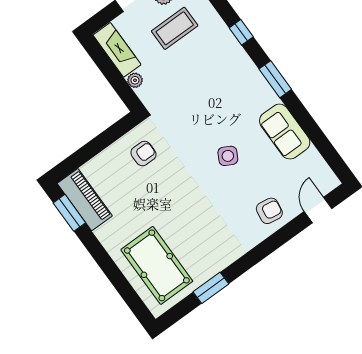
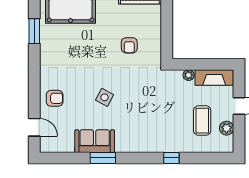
window: (275, 79) -> (103, 158), moved
armchair: (143, 154) -> (129, 45), moved
armchair: (269, 211) -> (55, 98), turned -99

